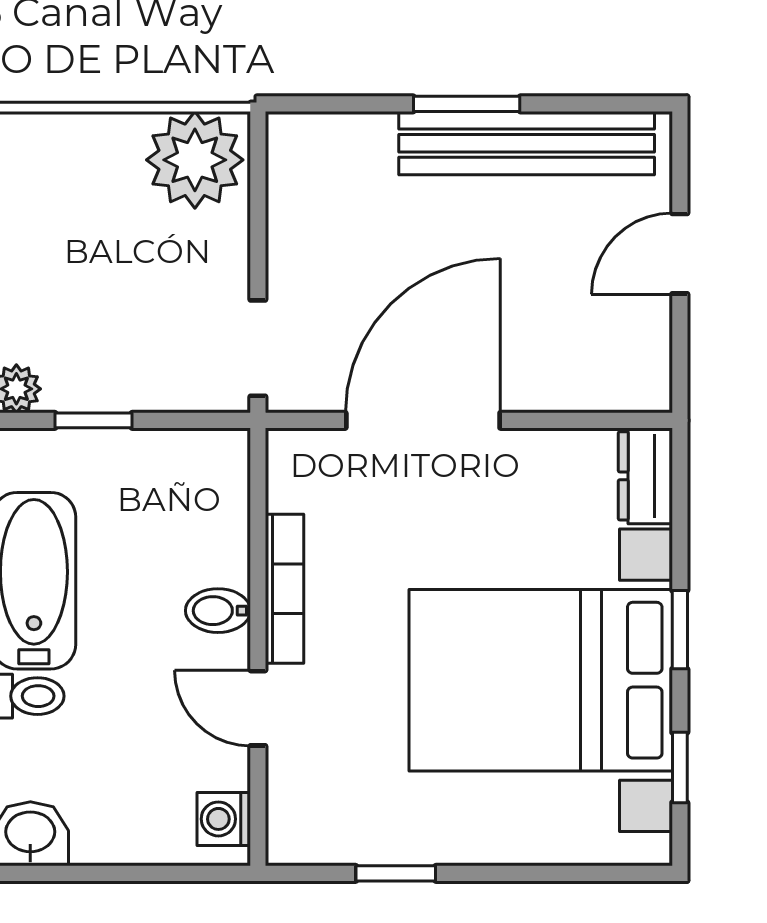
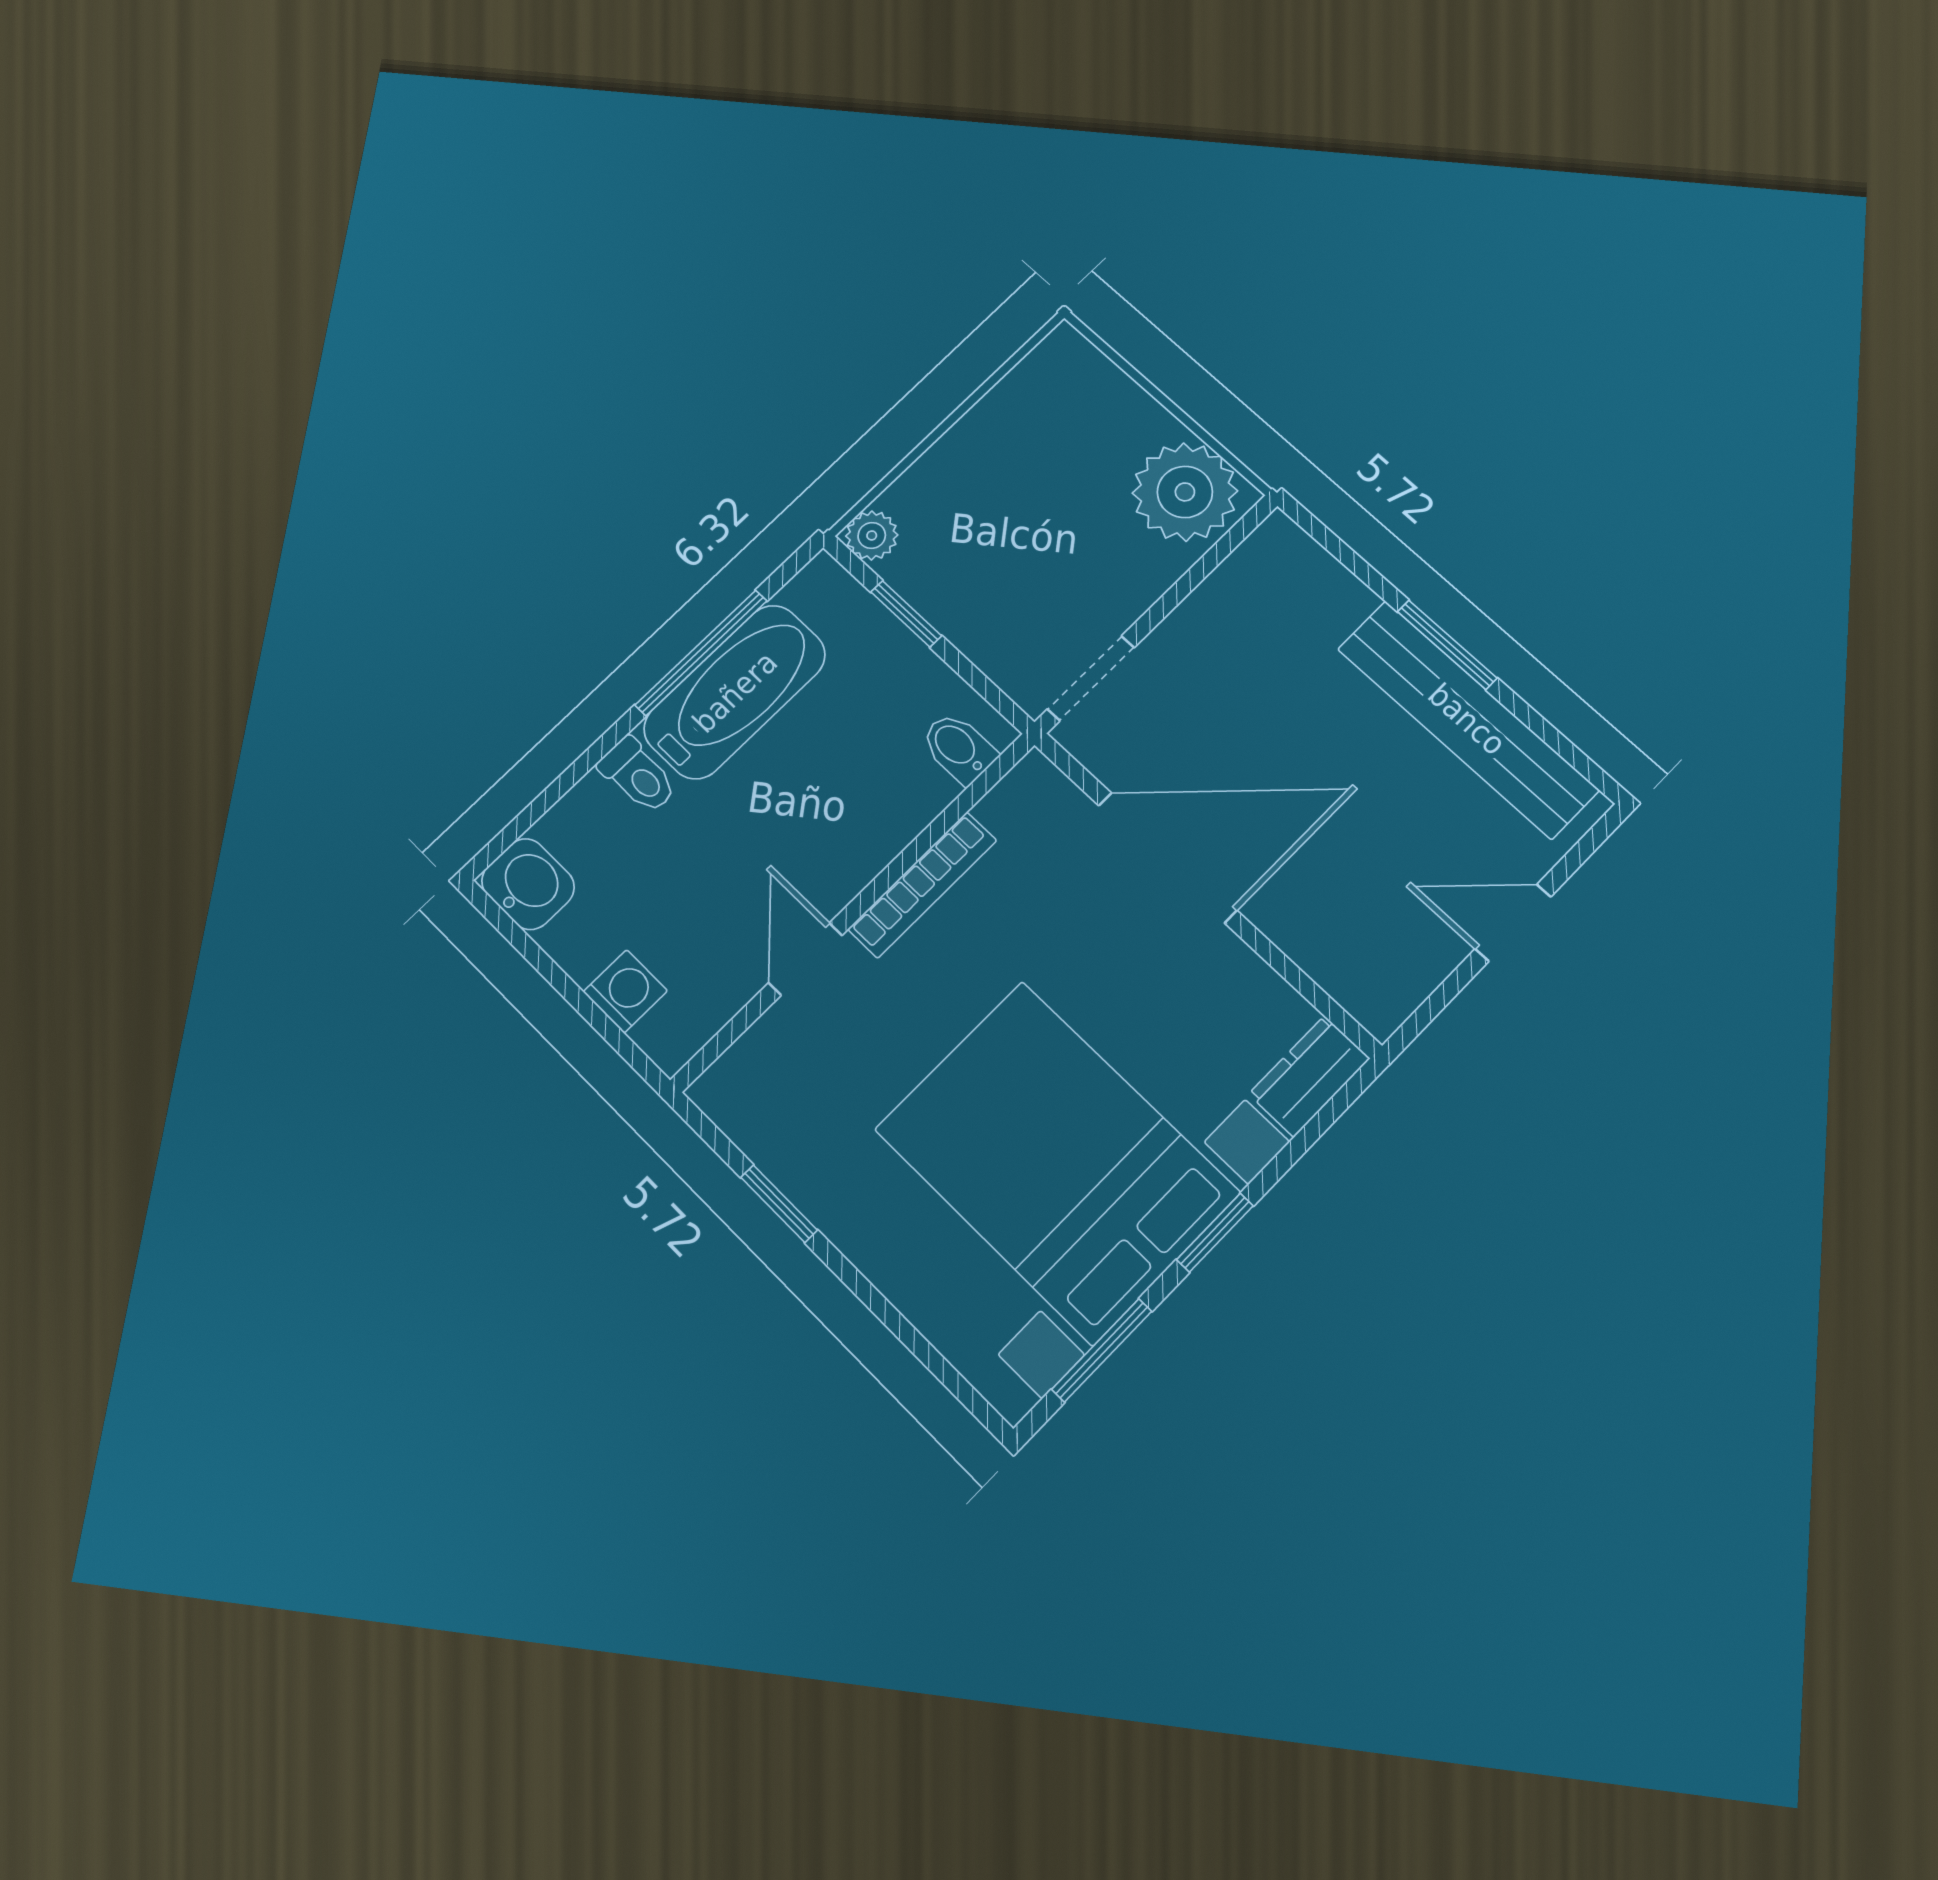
bidet: (218, 611) -> (958, 748), moved
window: (680, 767) -> (1102, 1350), width x1.50
washing machine: (224, 819) -> (625, 991), moved, turned 90

